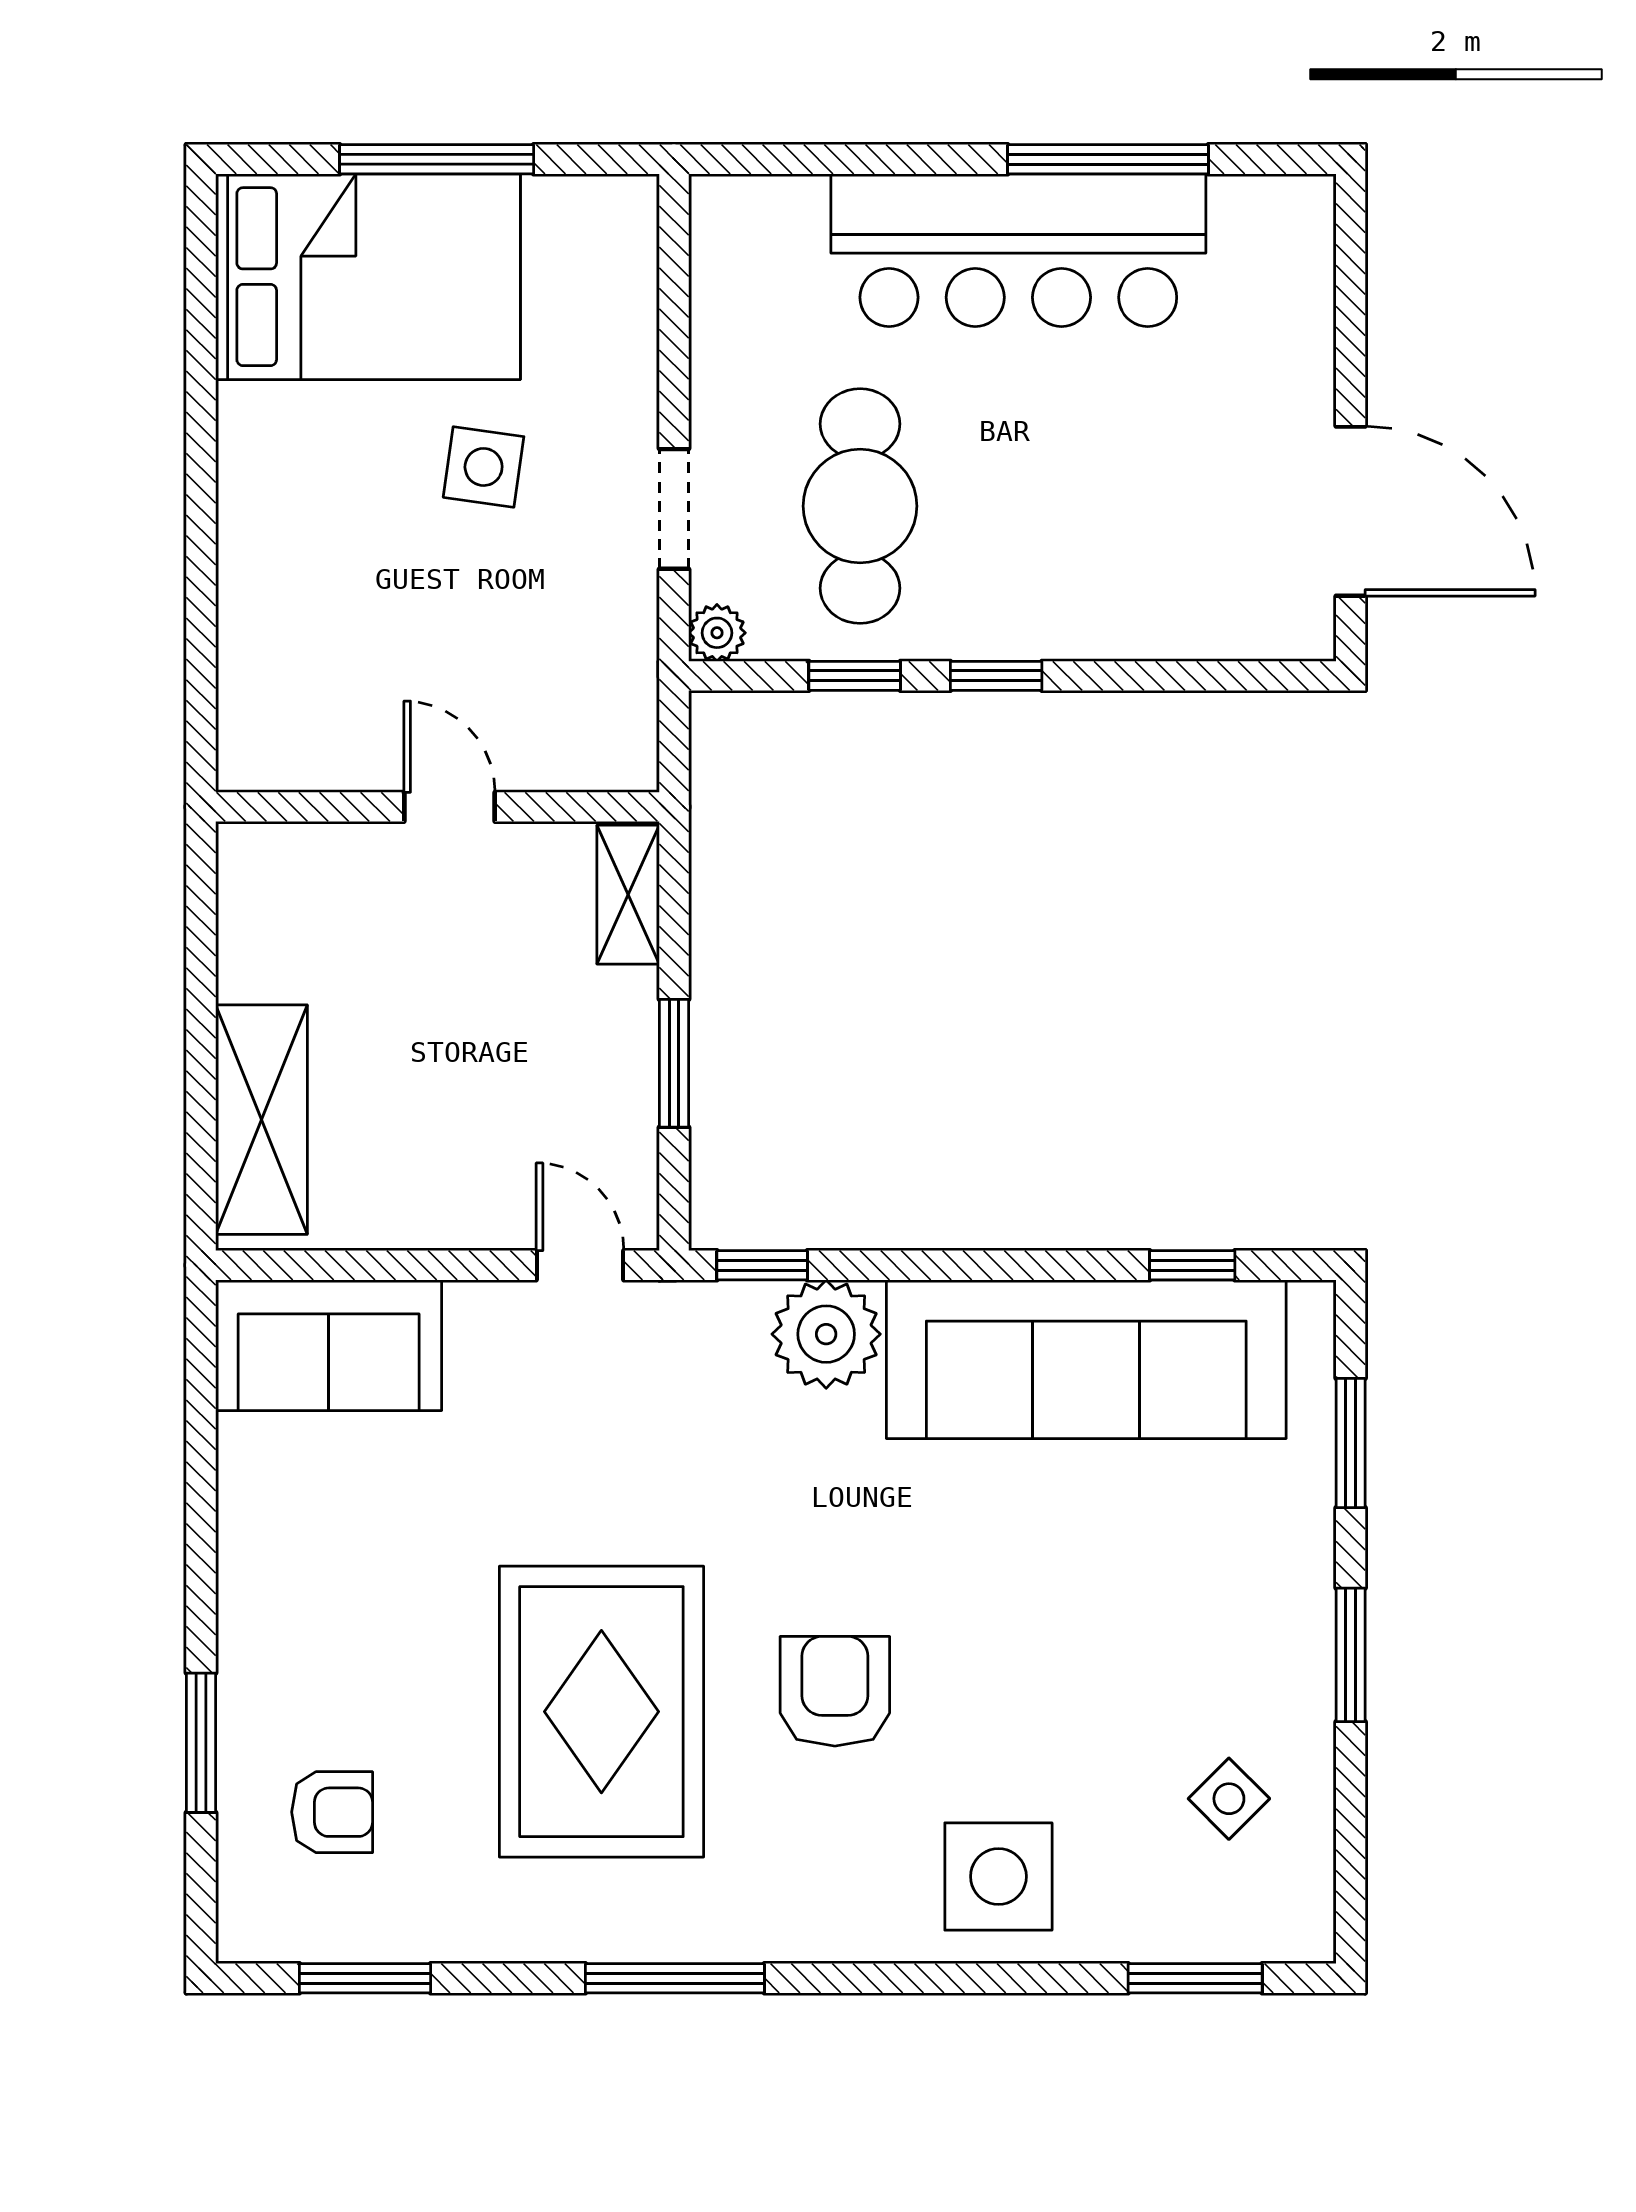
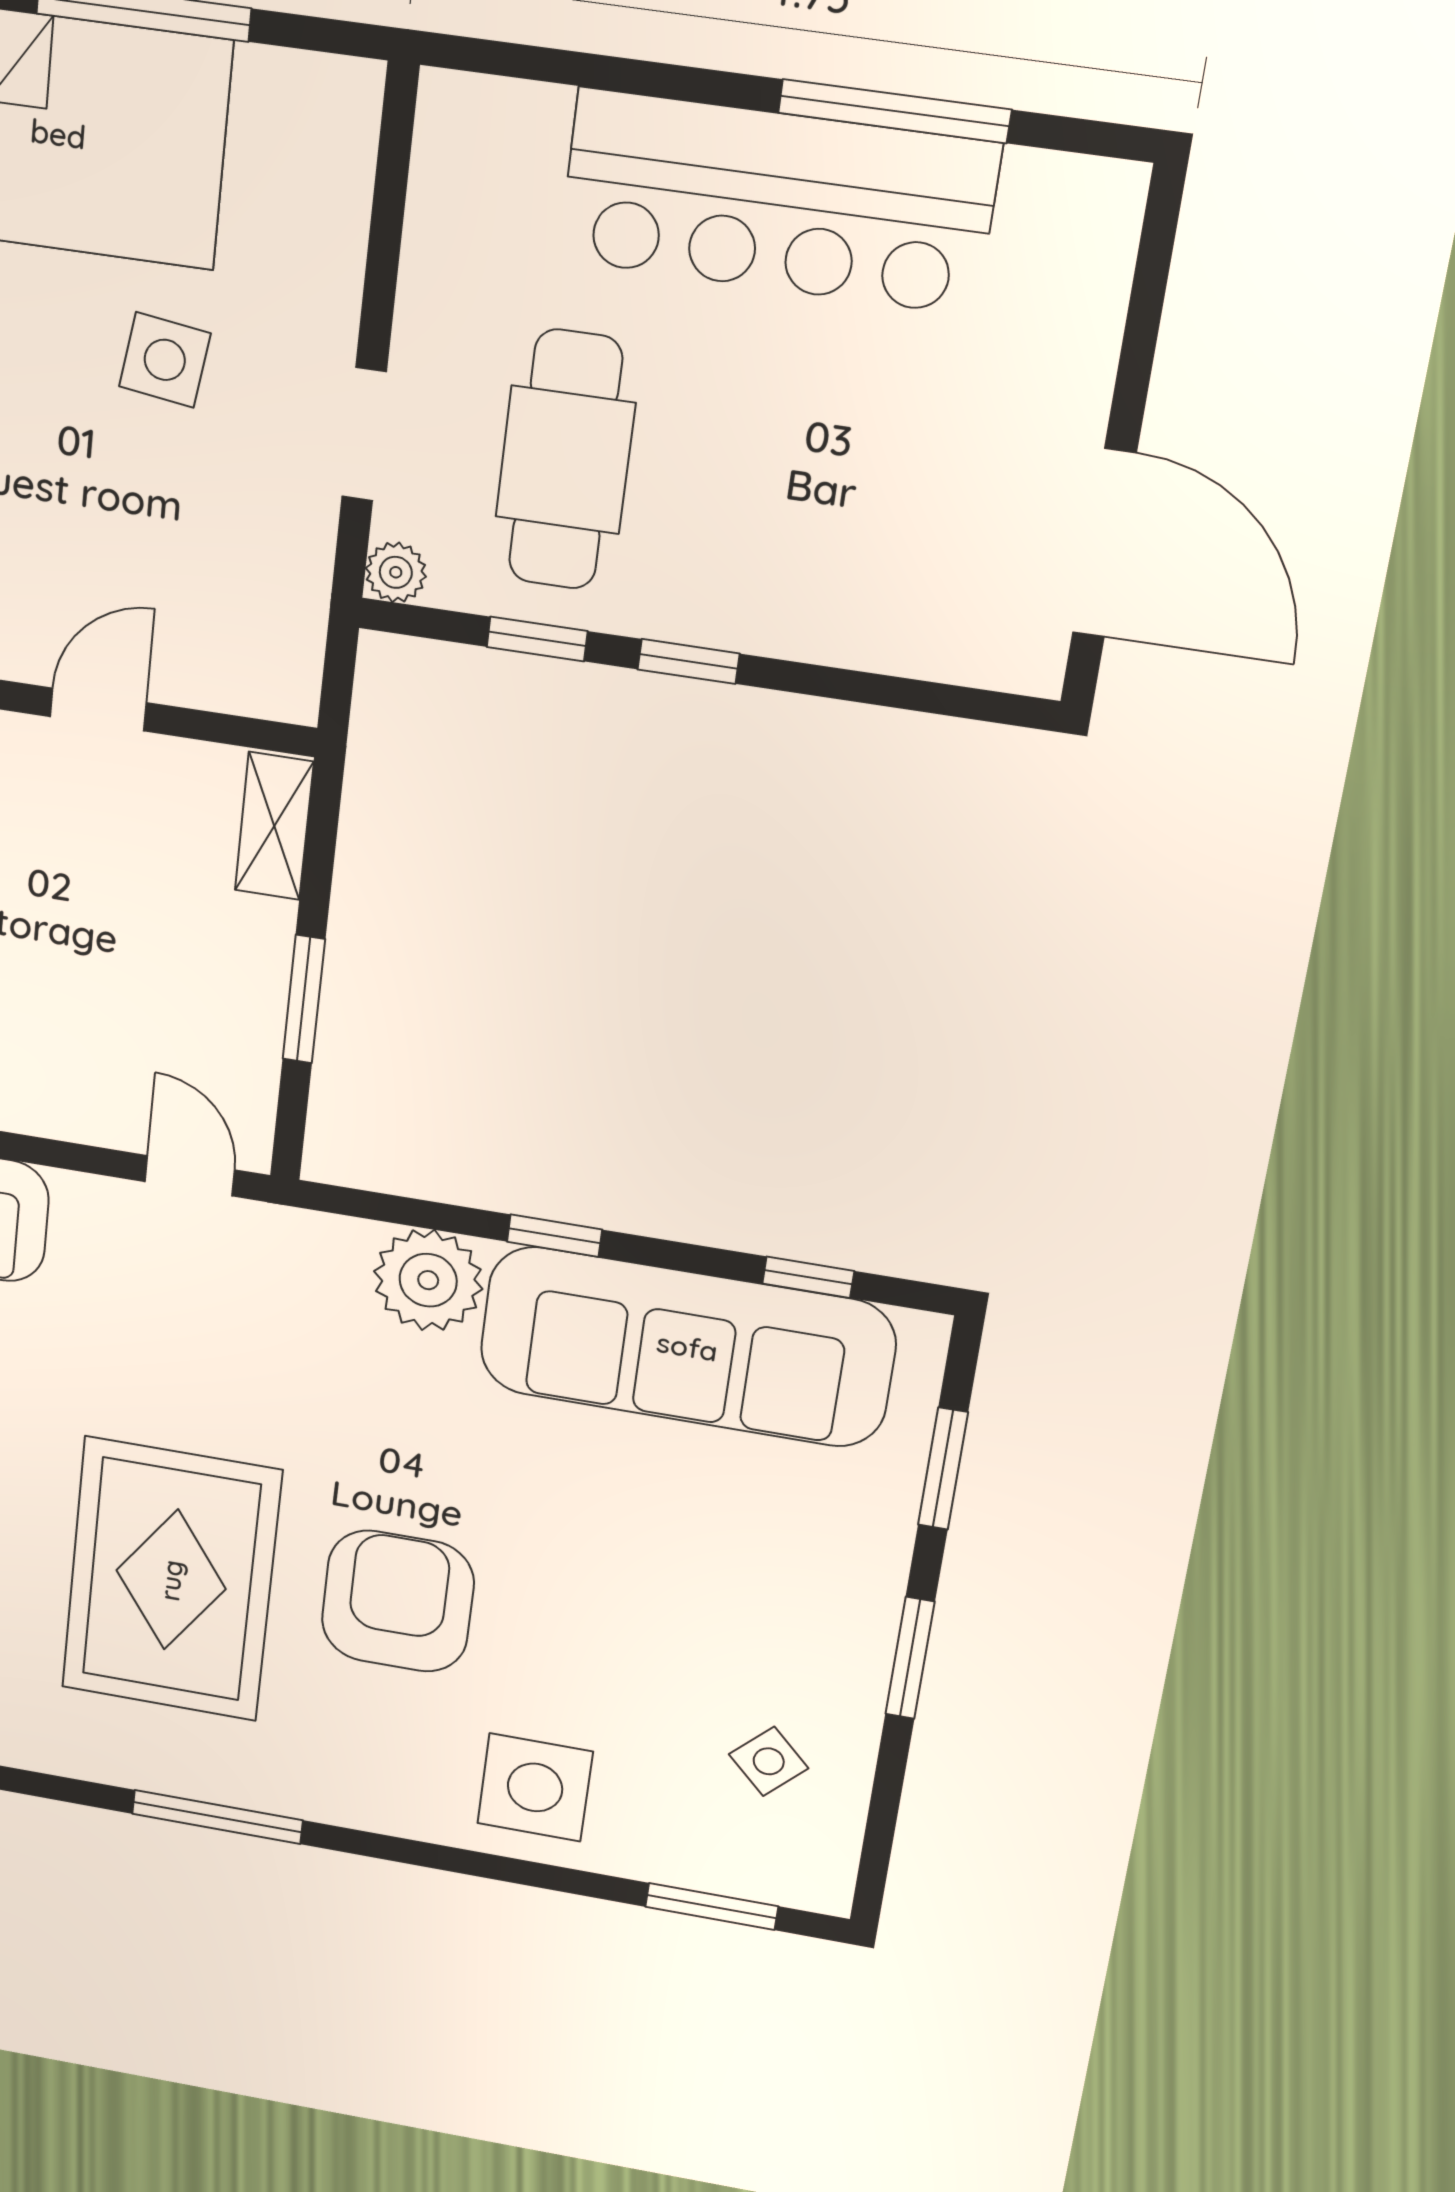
door: (450, 807) -> (98, 710), hinge flipped
window: (762, 1265) -> (554, 1236), moved
armchair: (835, 1691) -> (398, 1601), width x1.36, depth x1.36

